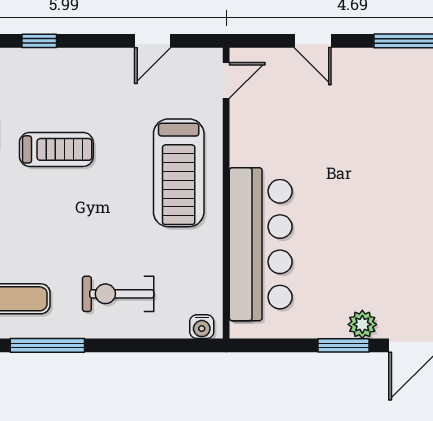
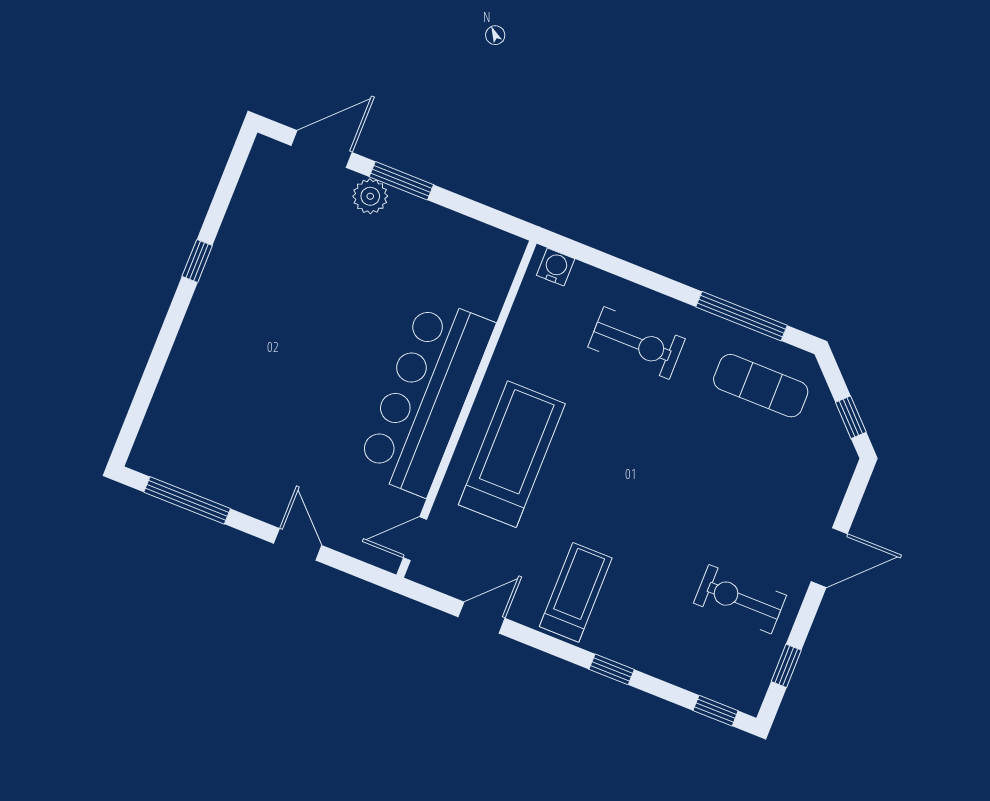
treadmill: (56, 149) -> (576, 592), moved, turned 90
bar counter: (261, 244) -> (426, 397), moved

